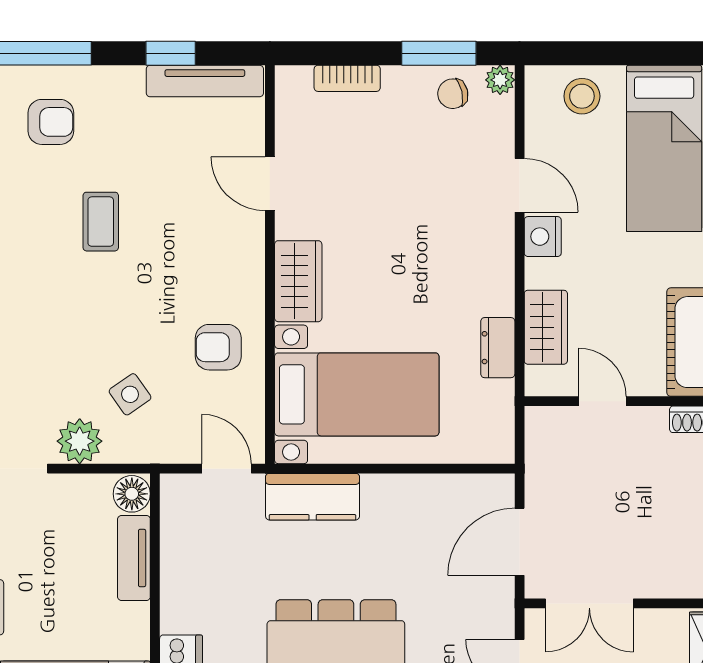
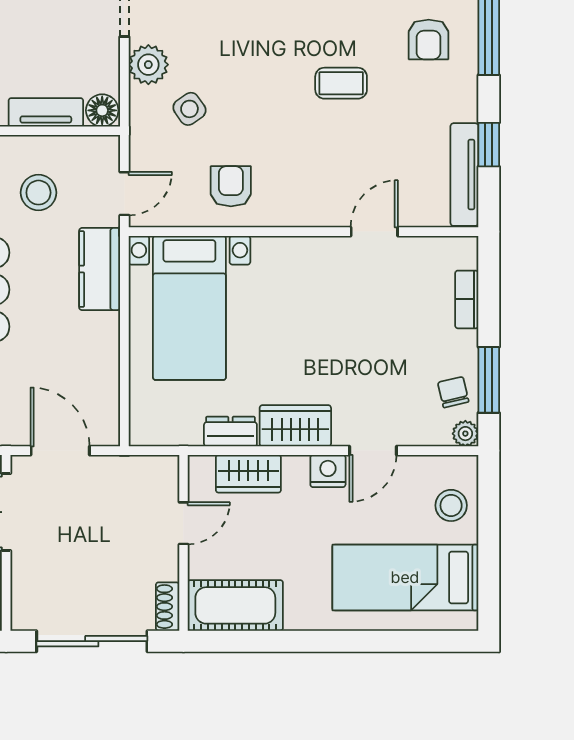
wardrobe: (298, 281) -> (295, 426), moved, turned 180
stool: (225, 566) -> (38, 193), added

